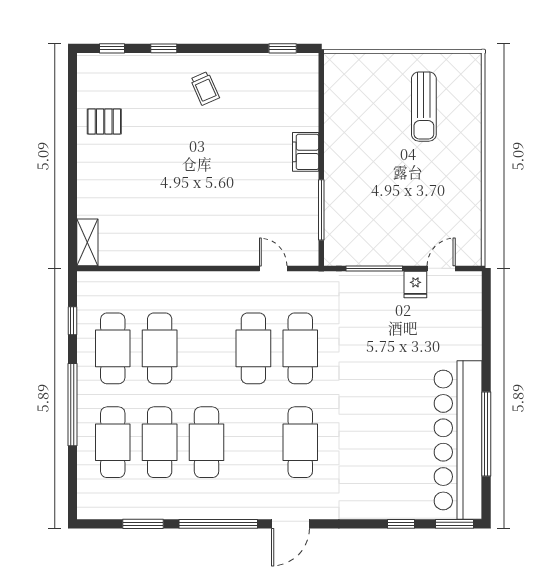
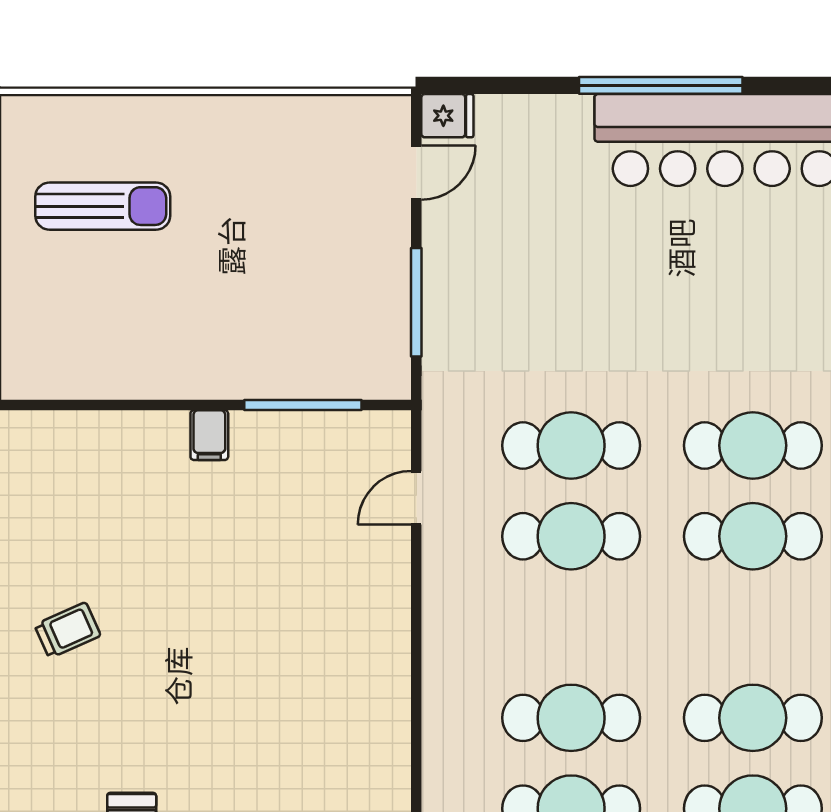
filing cabinet: (306, 152) -> (209, 435), width x0.50
door: (441, 268) -> (416, 172), swing flipped
fridge: (415, 285) -> (447, 116), moved
window: (486, 434) -> (661, 85), moved
cafe table: (207, 442) -> (753, 536), moved

